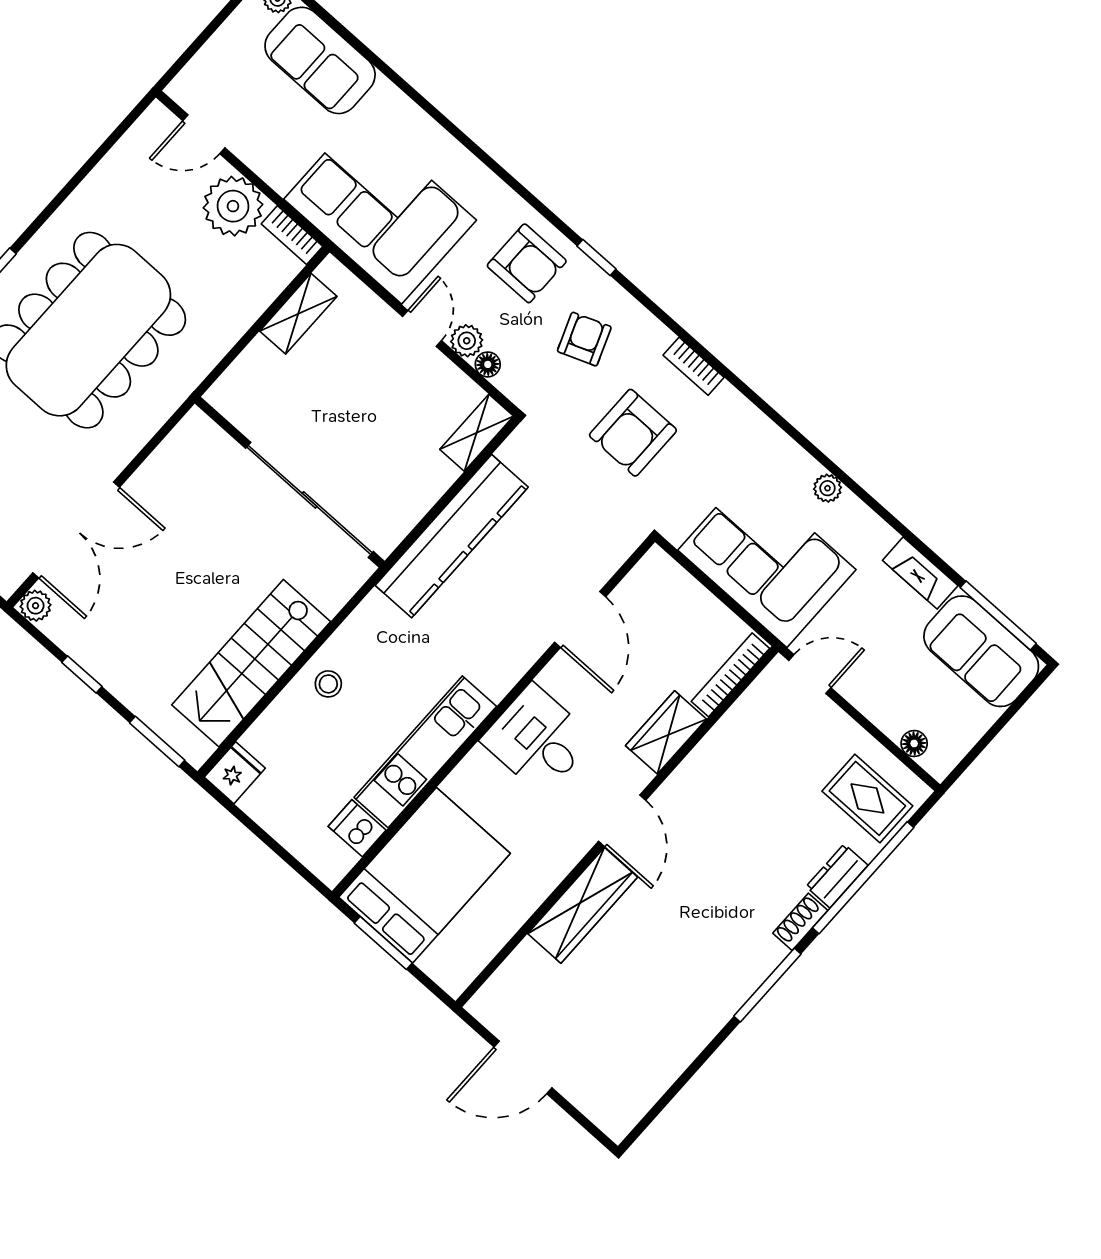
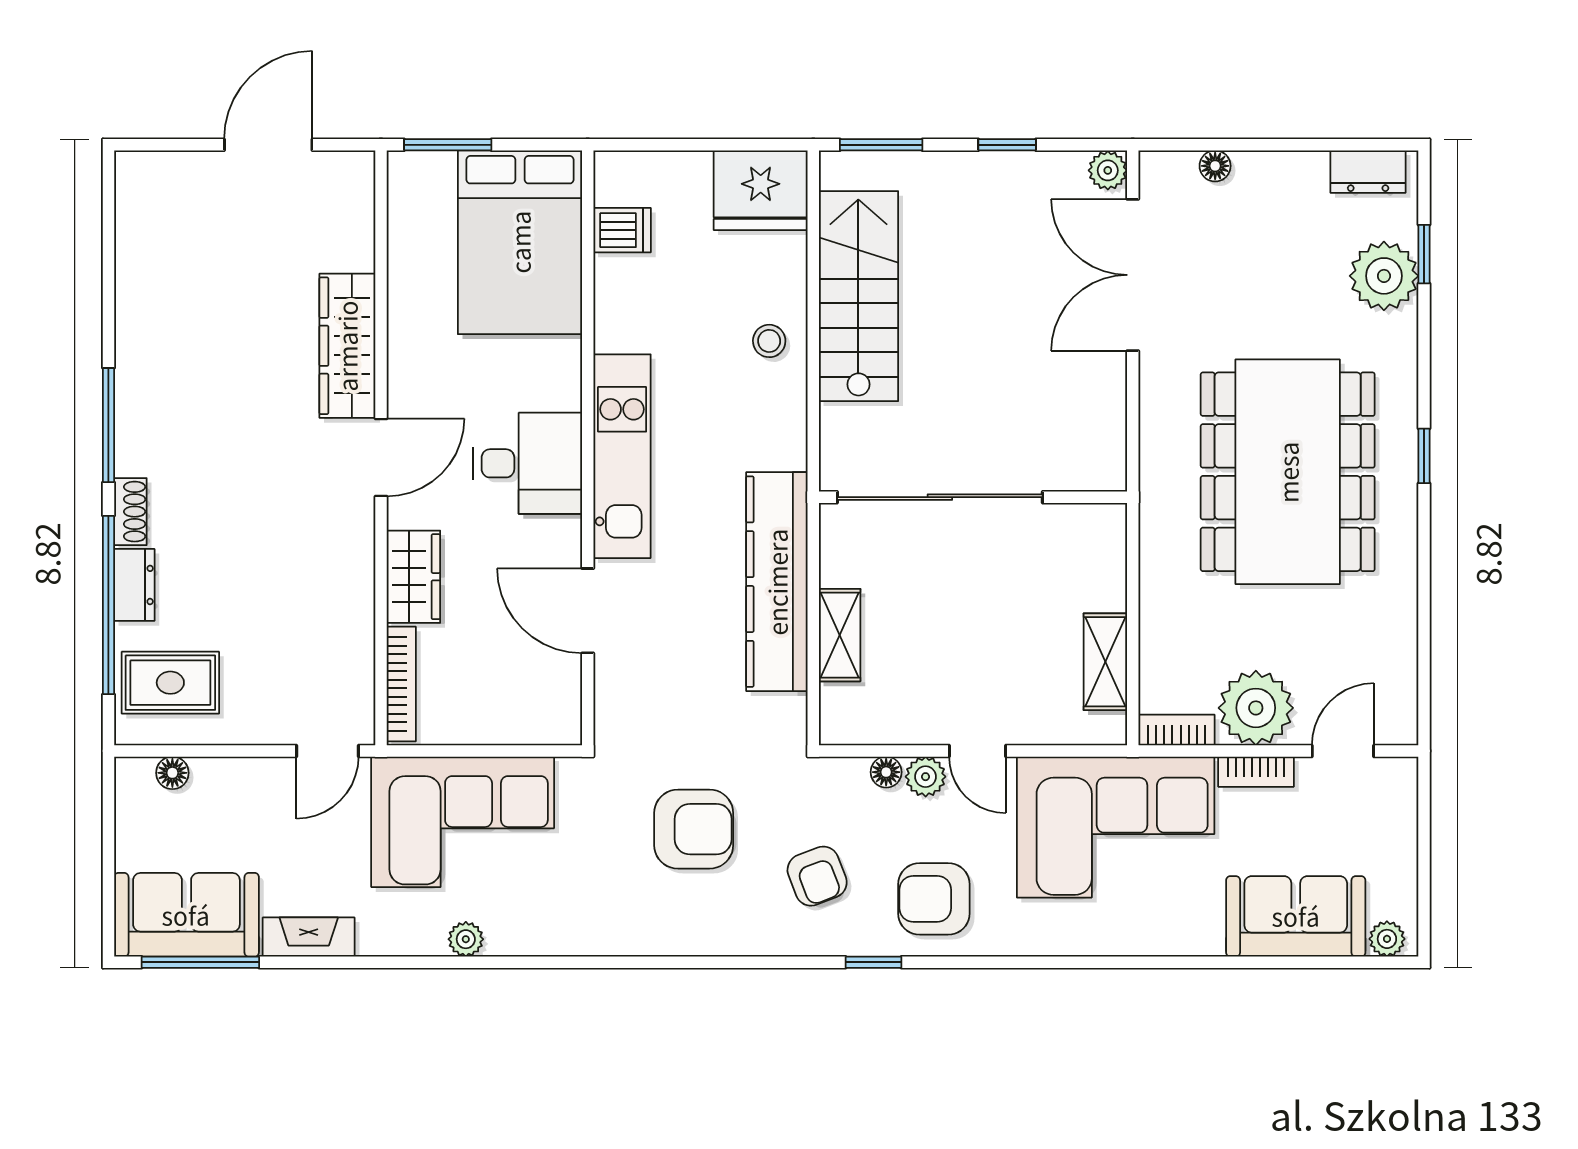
bookcase: (694, 366) -> (1256, 772), moved, turned 180
shelving: (477, 433) -> (840, 635), moved
armchair: (633, 433) -> (694, 829), turned 90
kitchen unit: (425, 752) -> (622, 456), moved
fridge: (235, 773) -> (761, 190), width x1.88, depth x1.34
door: (622, 821) -> (381, 458), swing flipped
window: (383, 943) -> (448, 145), moved

